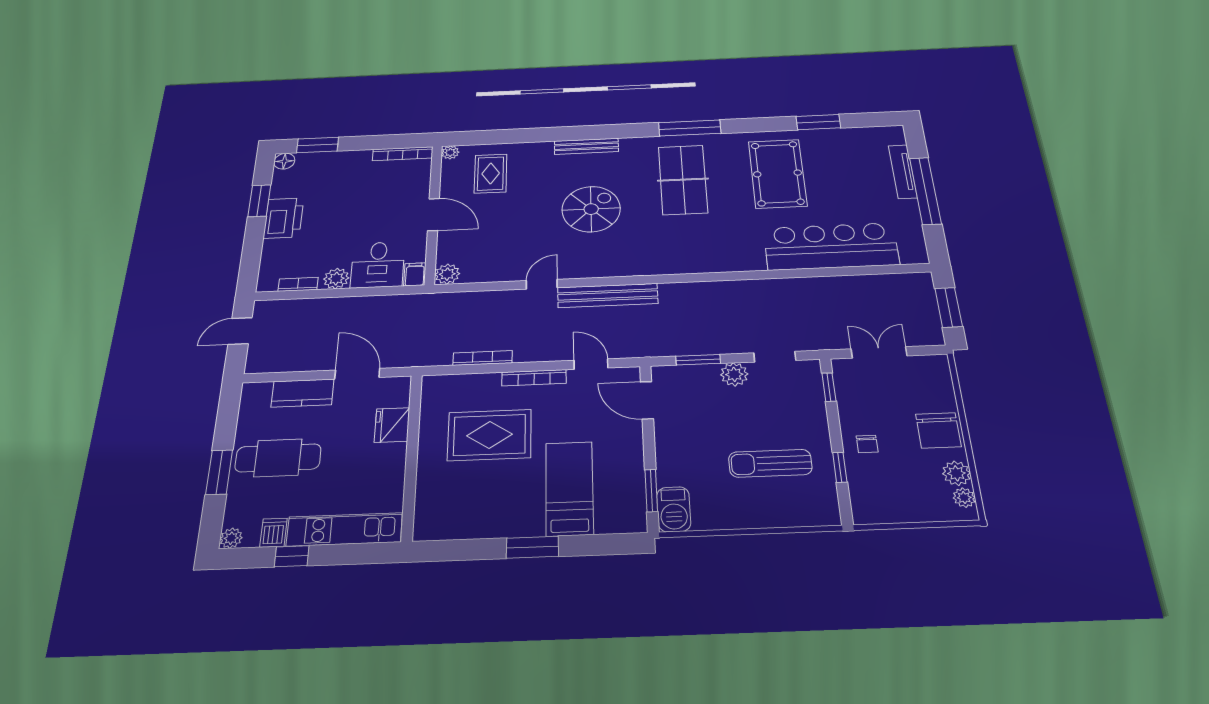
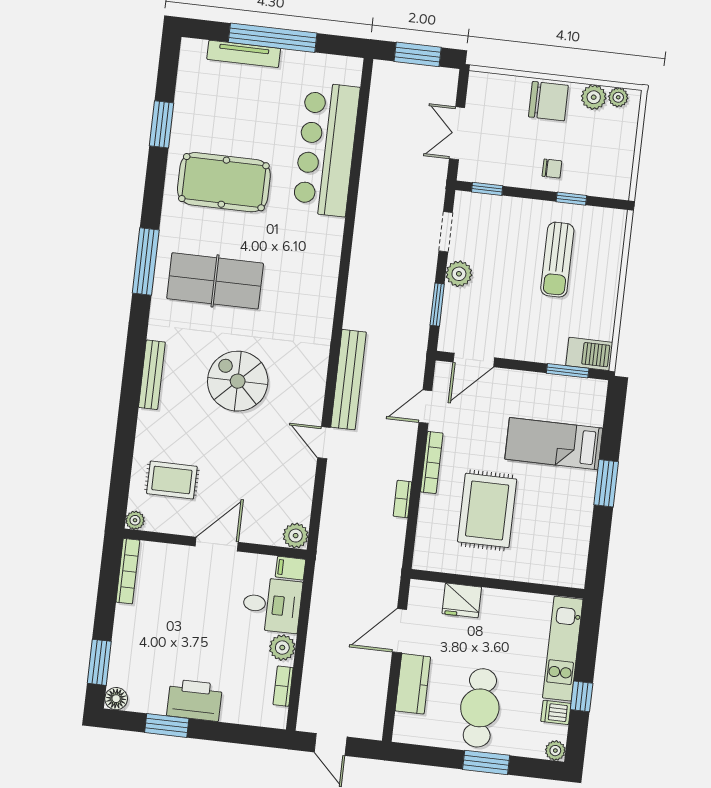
bookcase: (483, 358) -> (403, 499), width x0.64

